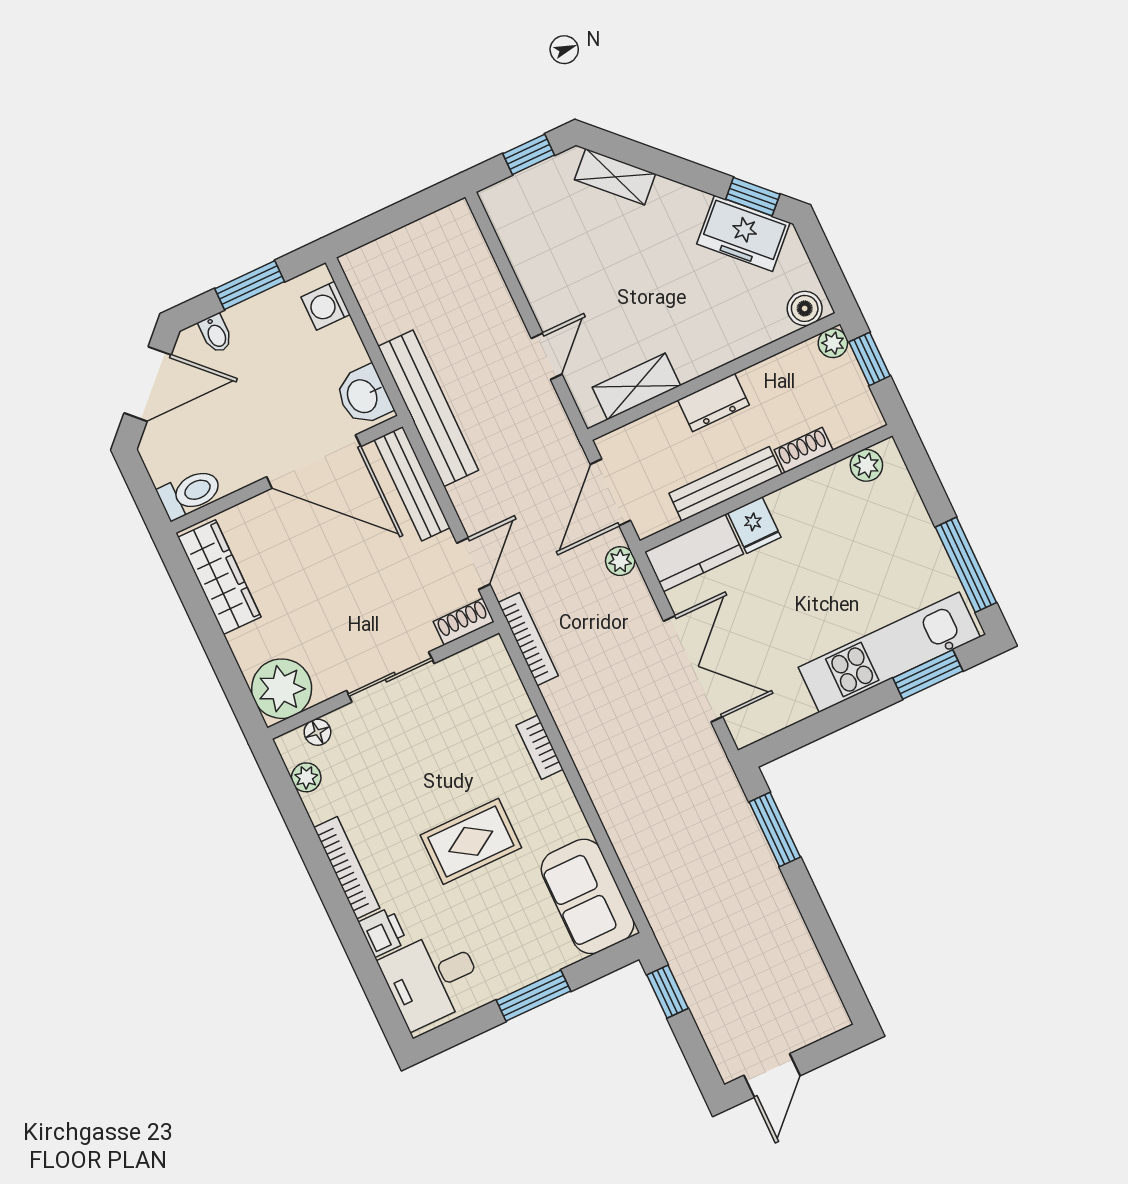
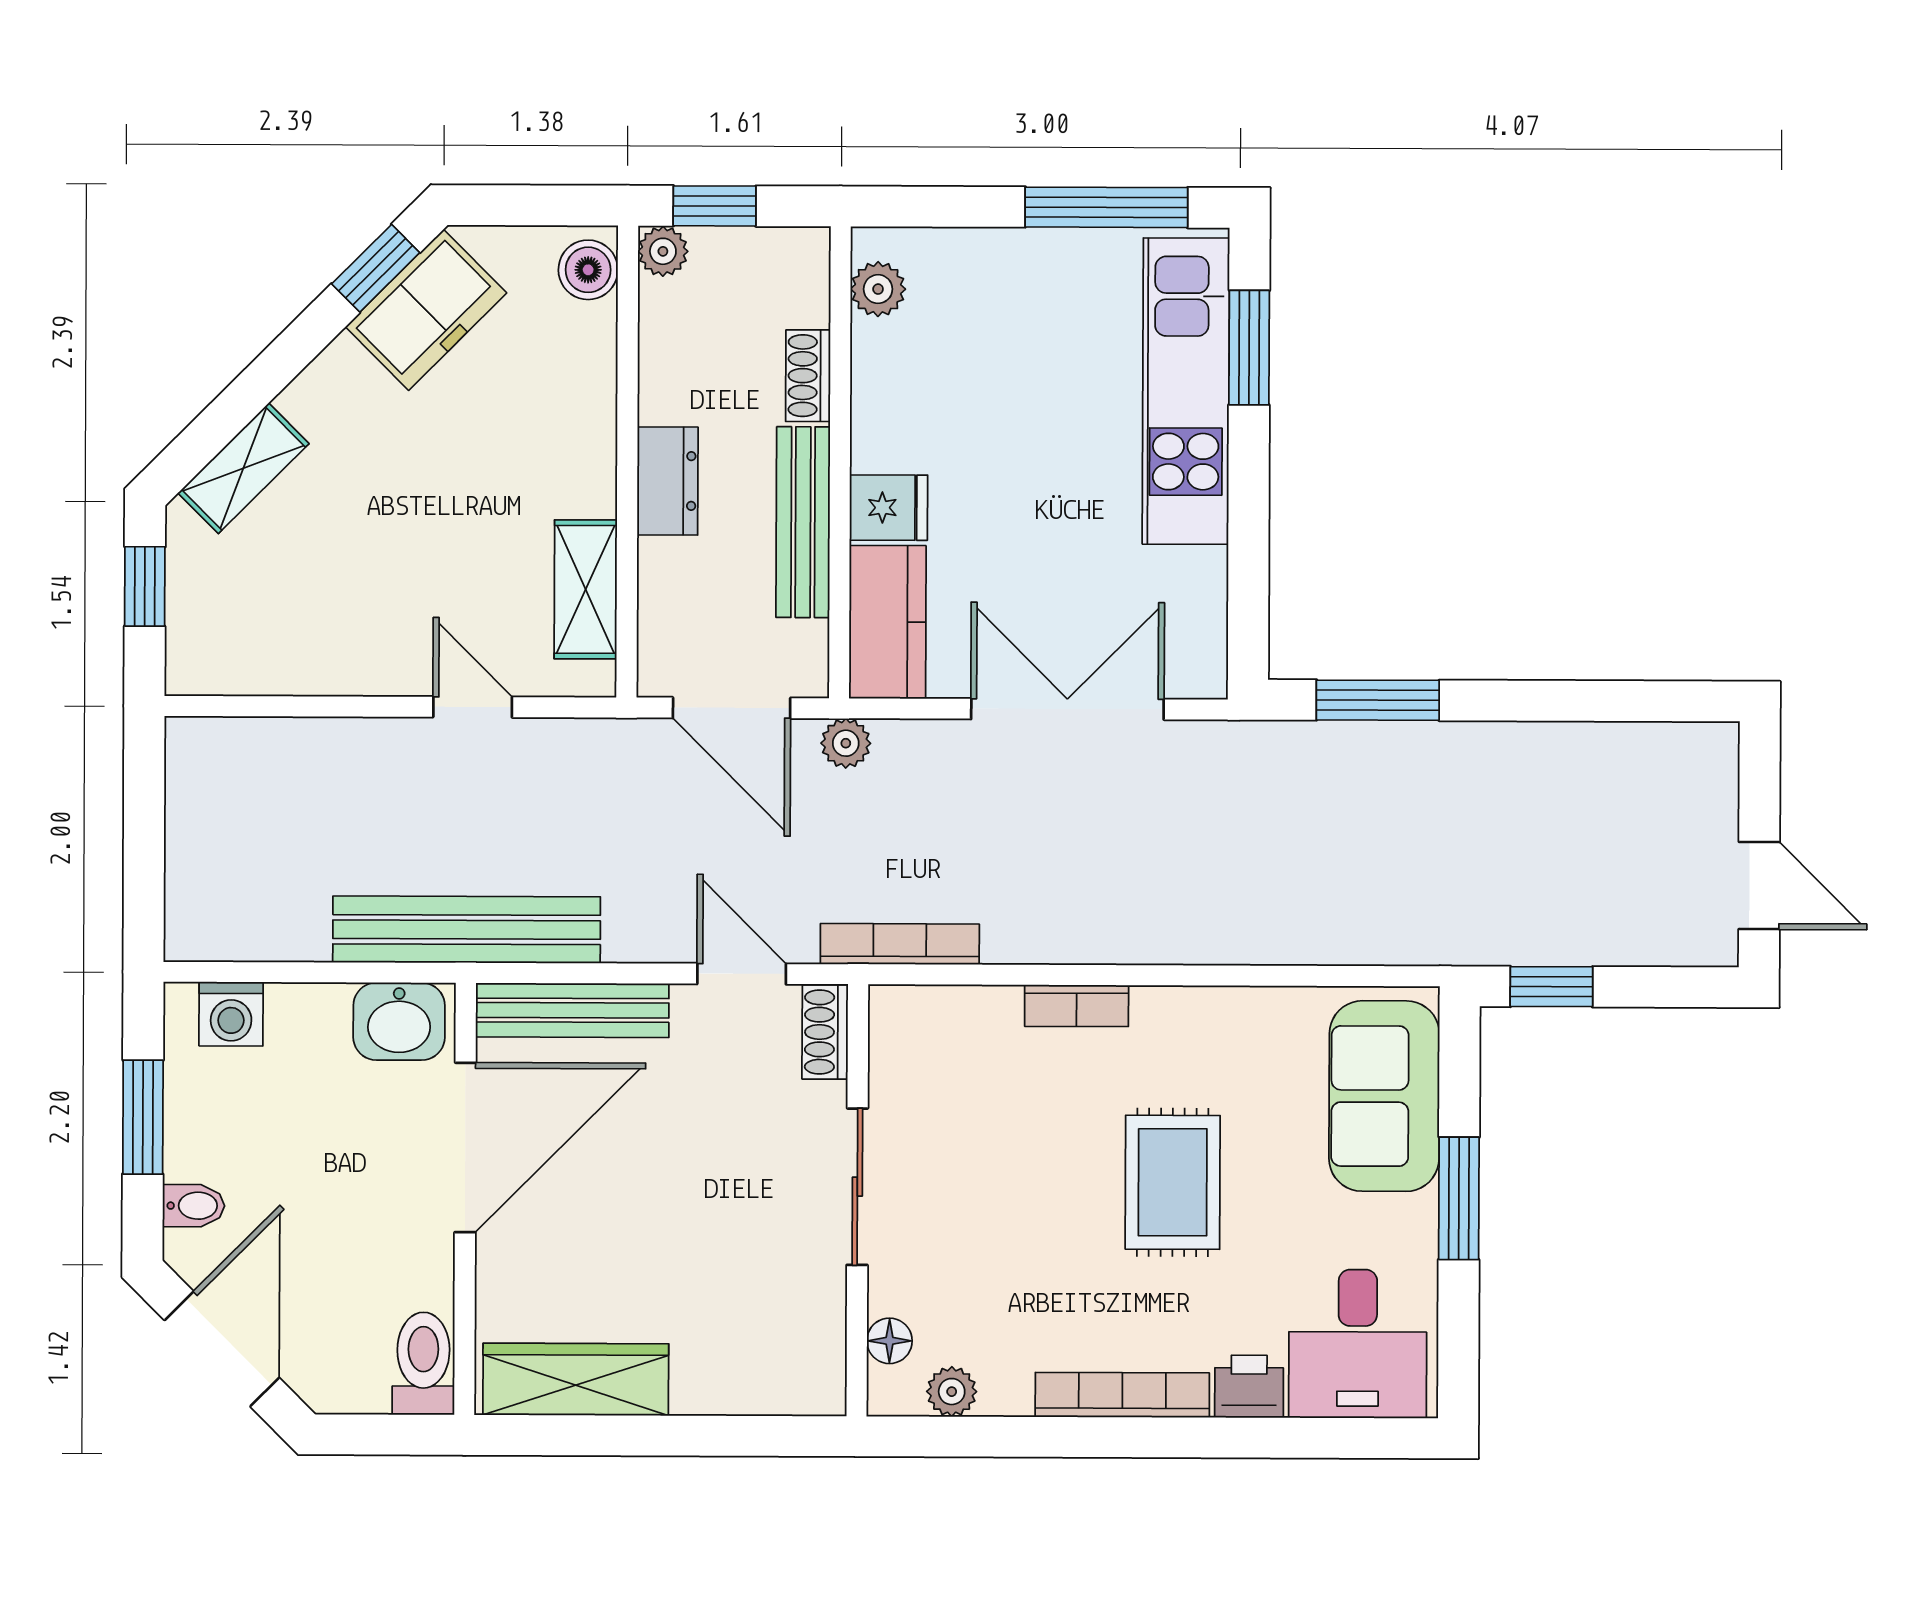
plant: (282, 689) -> (795, 1365), removed
sofa: (588, 896) -> (1384, 1096), moved, turned 90

